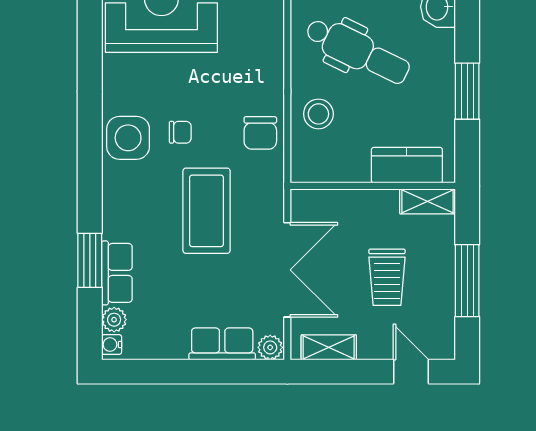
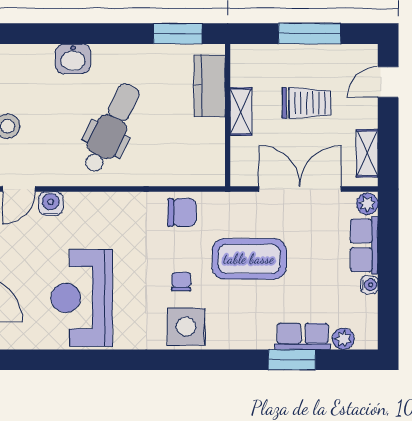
window: (467, 91) -> (178, 34), moved
stool: (318, 114) -> (165, 162), removed
shelving: (428, 201) -> (241, 112), moved
water cooler: (112, 345) -> (369, 285), moved, turned -90

